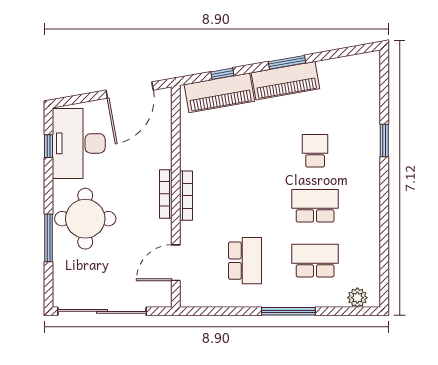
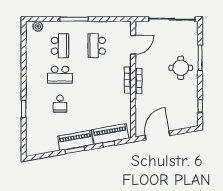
desk: (79, 143) -> (184, 107), removed
round table: (85, 219) -> (181, 68), width x0.73, depth x0.73
school desk: (315, 261) -> (60, 46), turned -90

